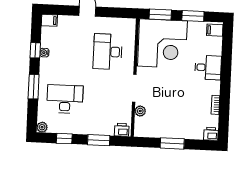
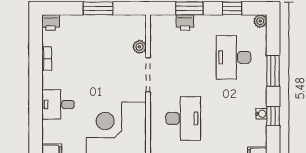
desk: (65, 99) -> (234, 57), turned 90
printer: (122, 130) -> (185, 23), moved

